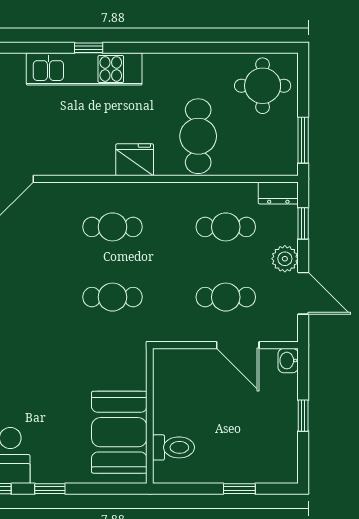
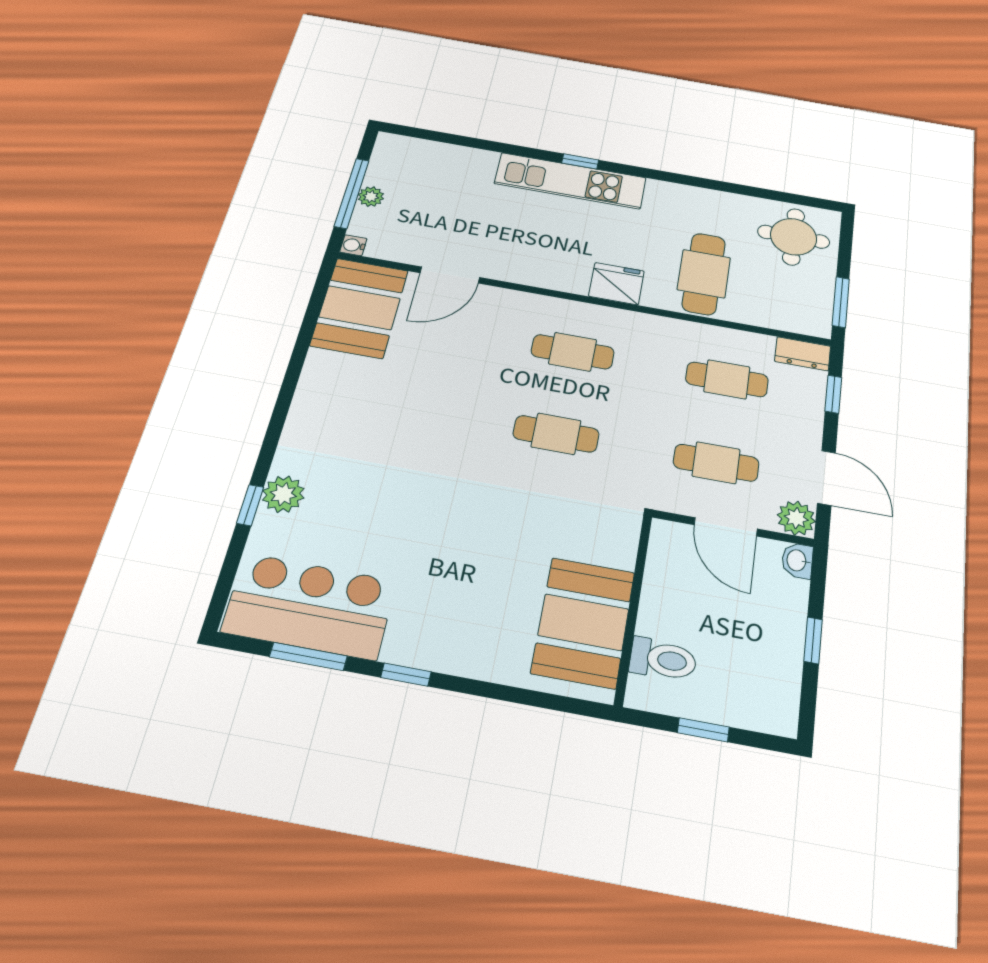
plant: (285, 259) -> (796, 518), moved
wall: (150, 416) -> (633, 608), moved
booth: (119, 432) -> (583, 622), moved
toilet: (174, 447) -> (663, 659), moved

